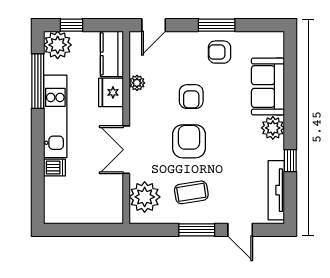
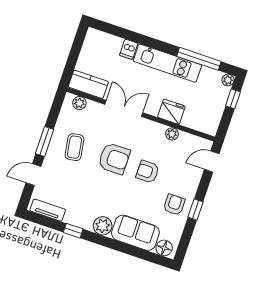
door: (154, 25) -> (212, 162), hinge flipped
window: (217, 25) -> (195, 210), width x0.67
plant: (58, 45) -> (228, 80), width x0.53, depth x0.53
floor lamp: (274, 47) -> (164, 248), added
kitchen counter: (112, 54) -> (88, 84), moved
tv unit: (276, 190) -> (48, 210), width x0.71
plant: (145, 197) -> (79, 103), width x0.53, depth x0.53

